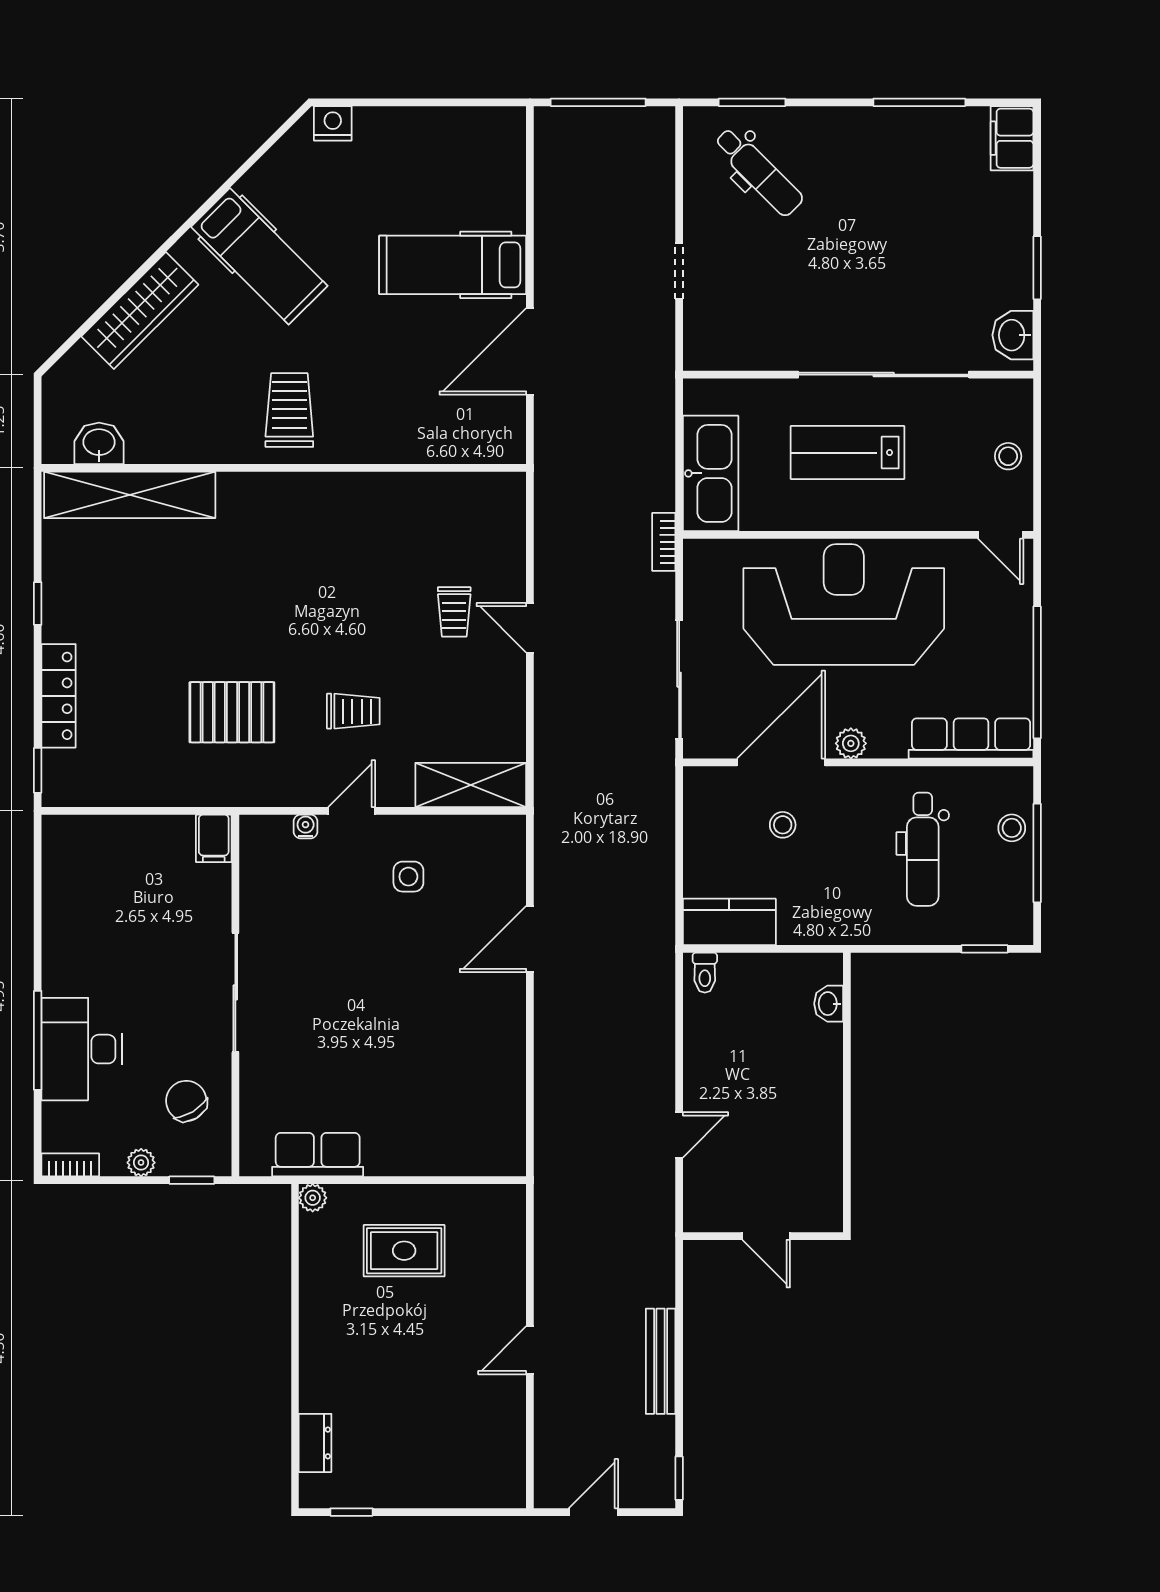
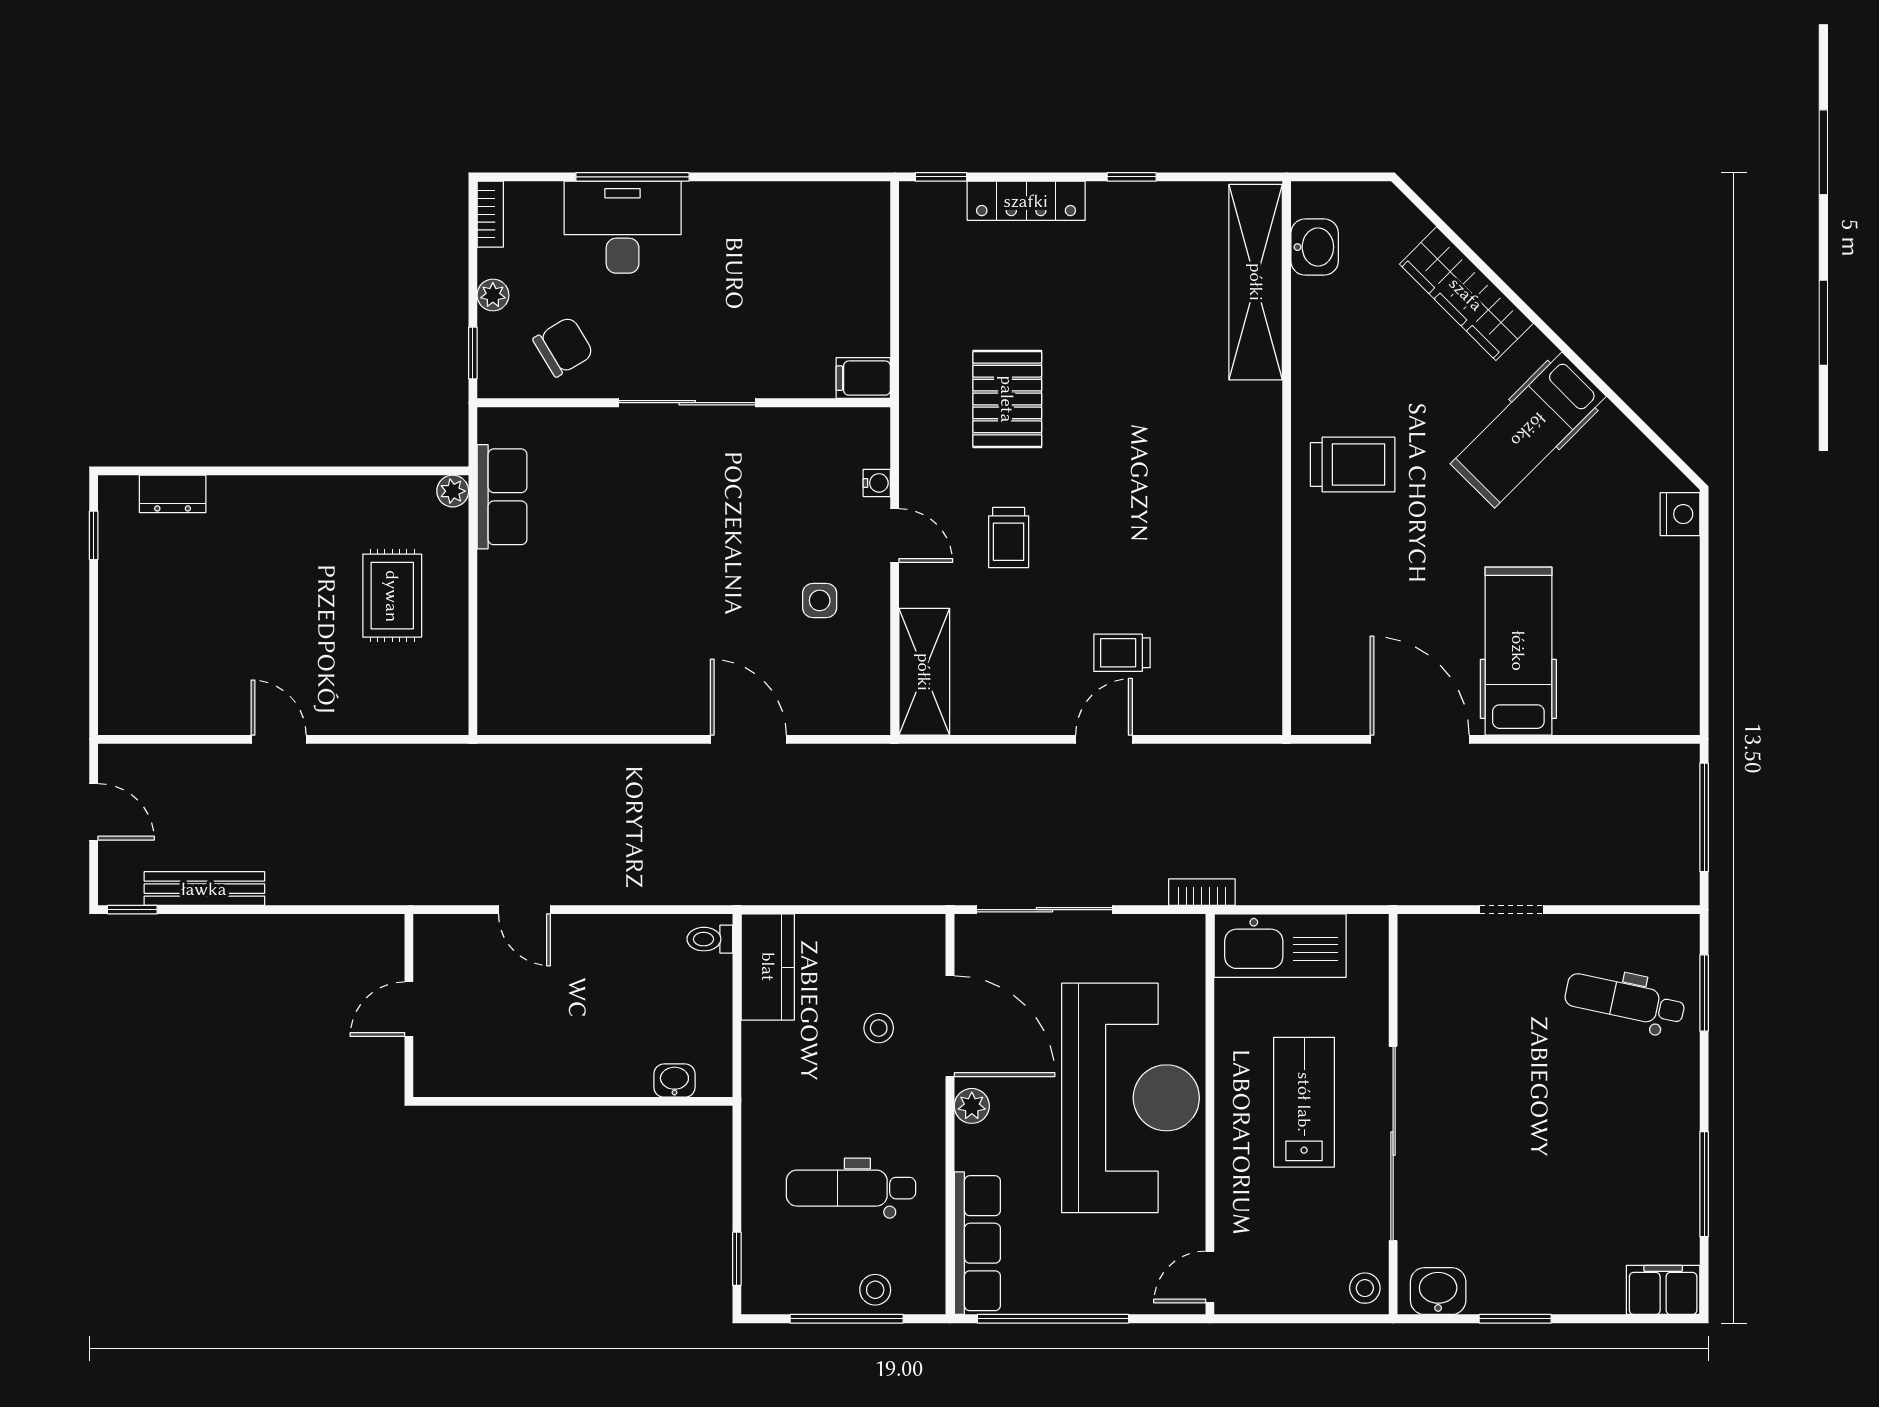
dental chair: (759, 172) -> (1625, 1000), turned 57
stool: (1008, 456) -> (1365, 1288), moved
bench: (661, 1361) -> (204, 889), moved

